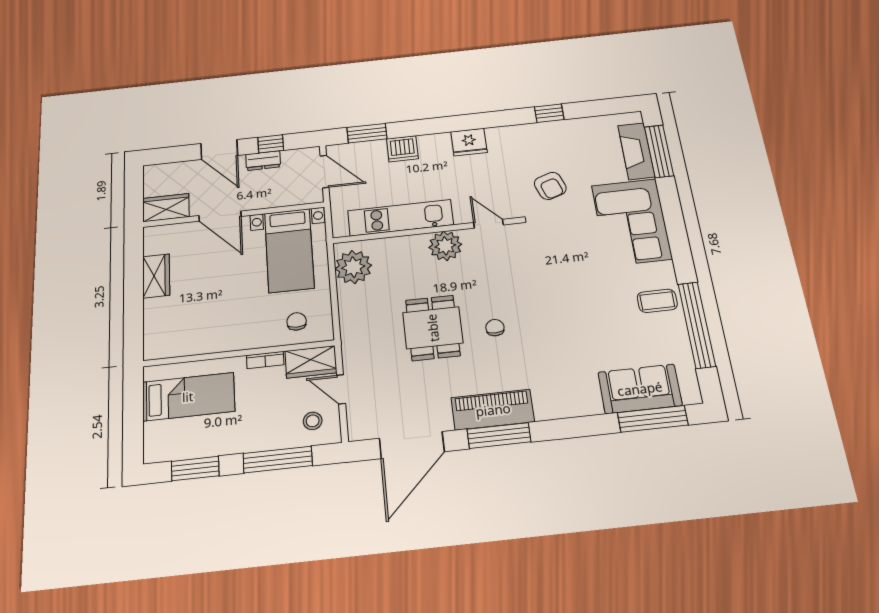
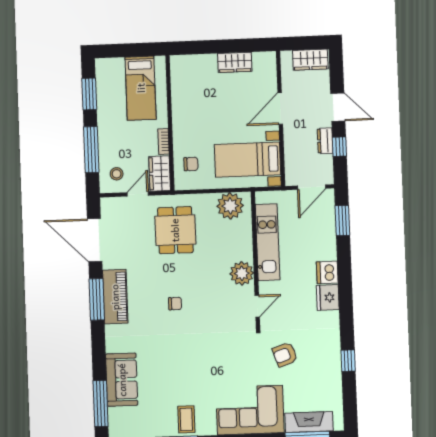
door: (219, 149) -> (338, 107), swing flipped
dishwasher: (402, 149) -> (327, 272), moved
wardrobe: (166, 208) -> (310, 60), moved, turned 90
dining table: (433, 328) -> (175, 230), moved, turned 90
sofa: (640, 389) -> (122, 380), moved

